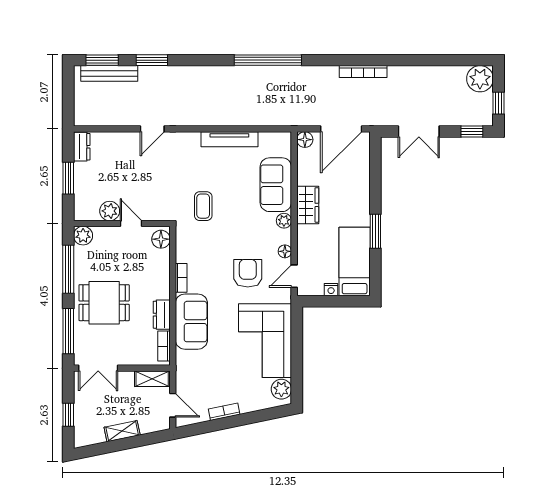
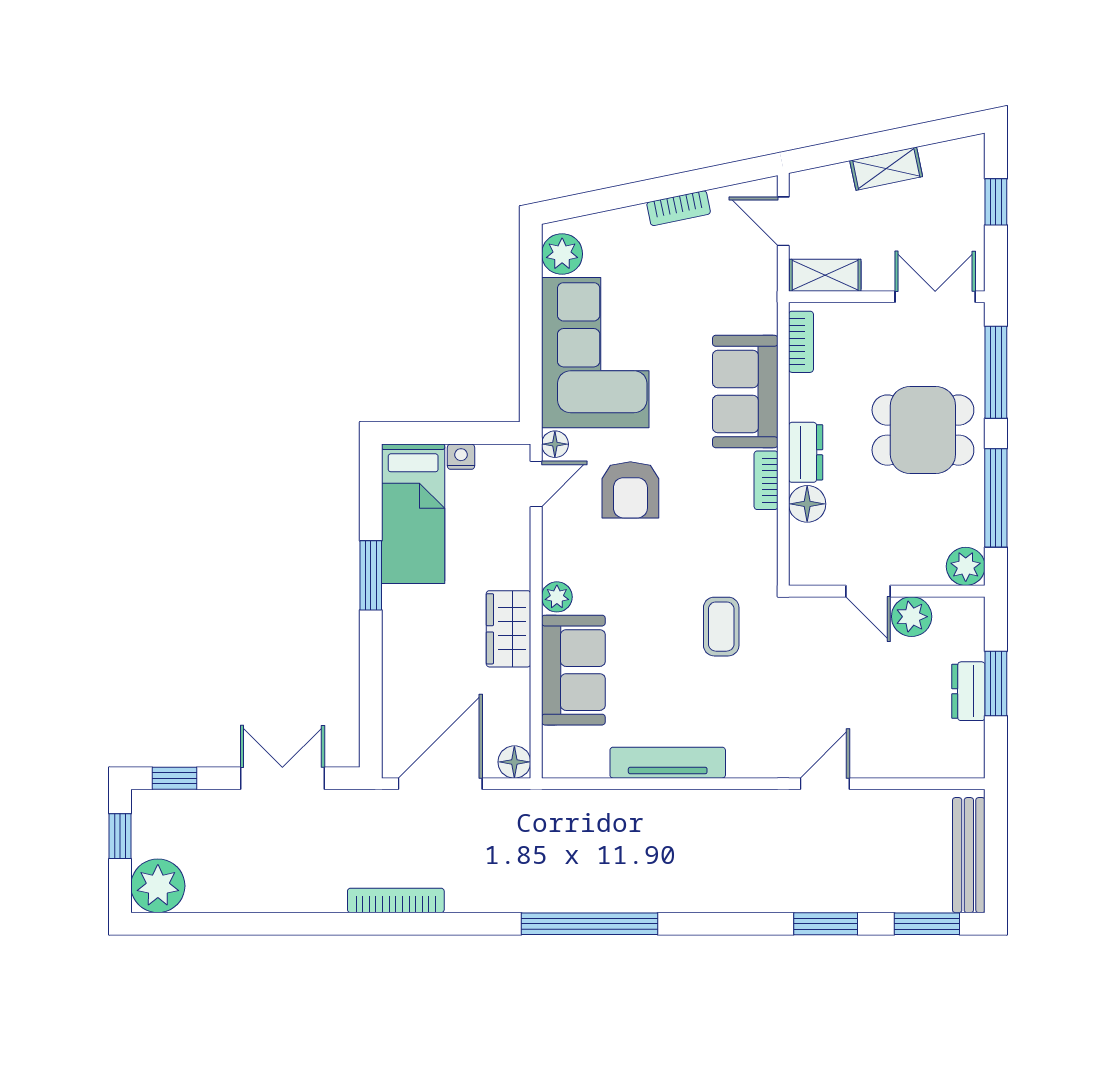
bench: (109, 73) -> (969, 855), moved, turned 90
dresser: (82, 147) -> (968, 691), moved
floor lamp: (161, 239) -> (807, 504), moved
floor lamp: (285, 251) -> (555, 444), moved
dresser: (162, 315) -> (806, 452), moved

